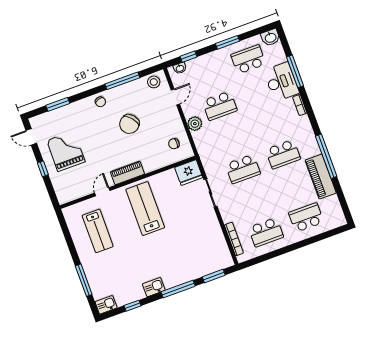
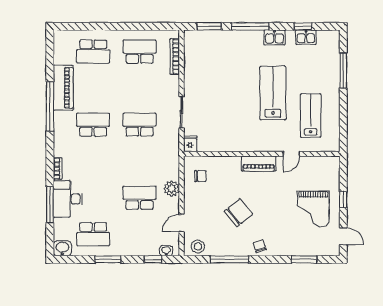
fridge: (189, 172) -> (190, 144), width x0.53, depth x0.75
lab bench: (145, 209) -> (273, 93), moved, turned 180
kitchen sink: (106, 305) -> (306, 37), moved

